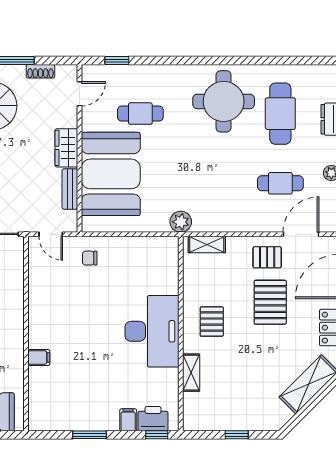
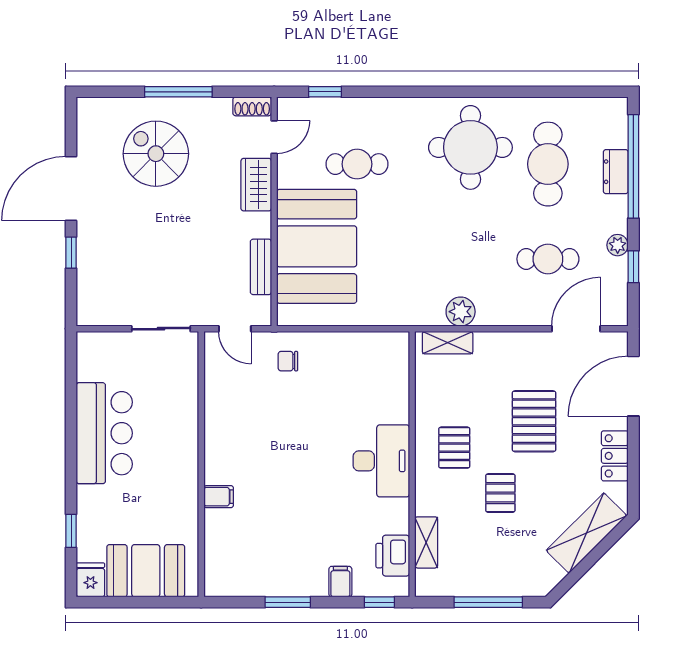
shoe rack: (40, 71) -> (252, 106), moved
wardrobe: (66, 148) -> (256, 185), moved
plant: (181, 222) -> (461, 312), moved
pallet: (267, 257) -> (500, 493), moved, turned 90
desk: (152, 331) -> (381, 461), width x0.73, depth x0.77
shelving: (191, 373) -> (426, 542), moved
printer: (153, 419) -> (393, 556), moved, turned -90
window: (237, 435) -> (488, 602), width x2.17

